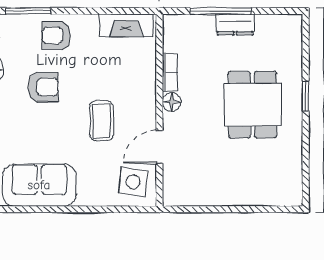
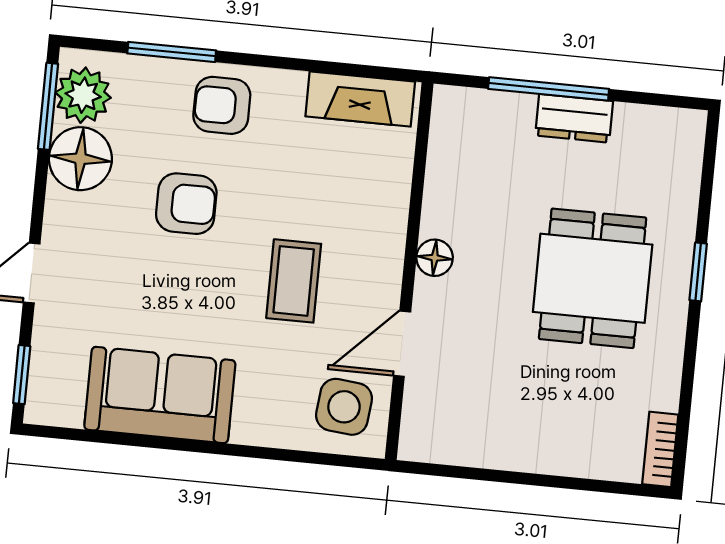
bookcase: (170, 72) -> (660, 449), moved, turned 180

